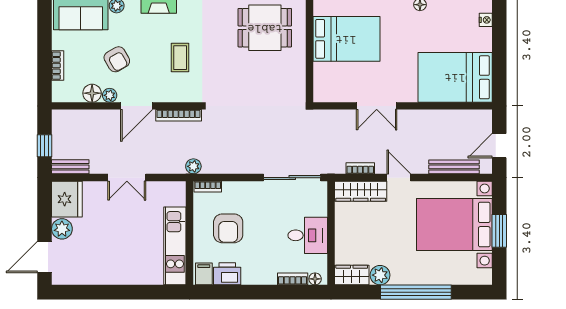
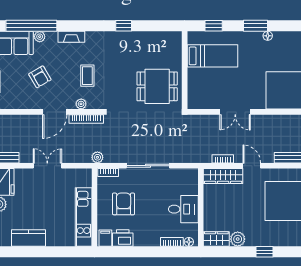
dining table: (265, 28) -> (157, 86), moved
bed: (346, 39) -> (212, 56), width x0.67
floor lamp: (92, 93) -> (21, 102), removed
plant: (110, 95) -> (81, 104), moved
double door: (127, 178) -> (47, 166), swing flipped
sliding door: (292, 178) -> (148, 166), moved
armchair: (228, 228) -> (124, 204), turned 180
kitchen counter: (102, 274) -> (29, 238), added
window: (416, 292) -> (265, 252), width x0.32

